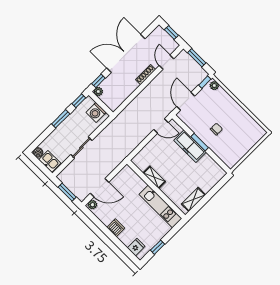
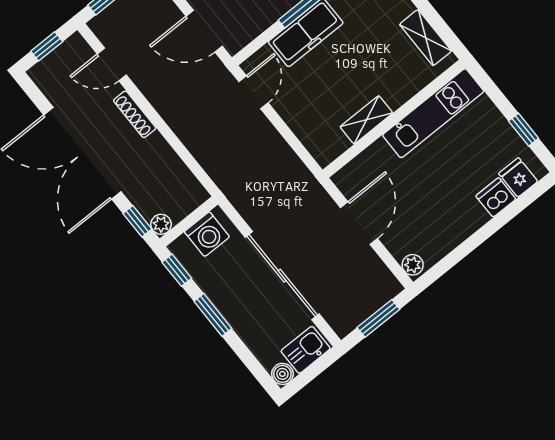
sliding door: (81, 148) -> (282, 276), width x1.86
door: (100, 188) -> (359, 223), moved
dishwasher: (116, 228) -> (496, 197), moved

